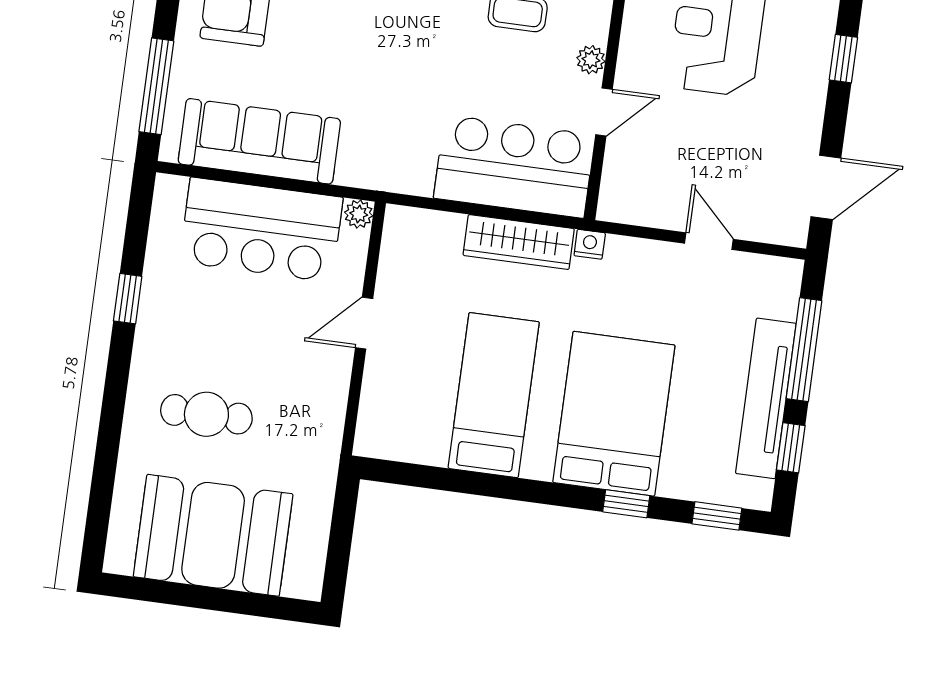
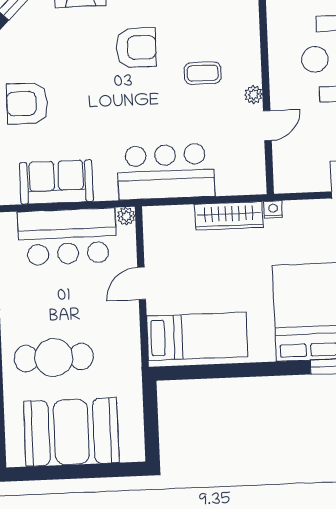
sofa: (259, 141) -> (56, 182), width x0.73
bar counter: (514, 167) -> (166, 172), moved
bed: (494, 395) -> (197, 336), moved, turned 90
cafe table: (206, 414) -> (54, 357), width x1.37, depth x1.35

